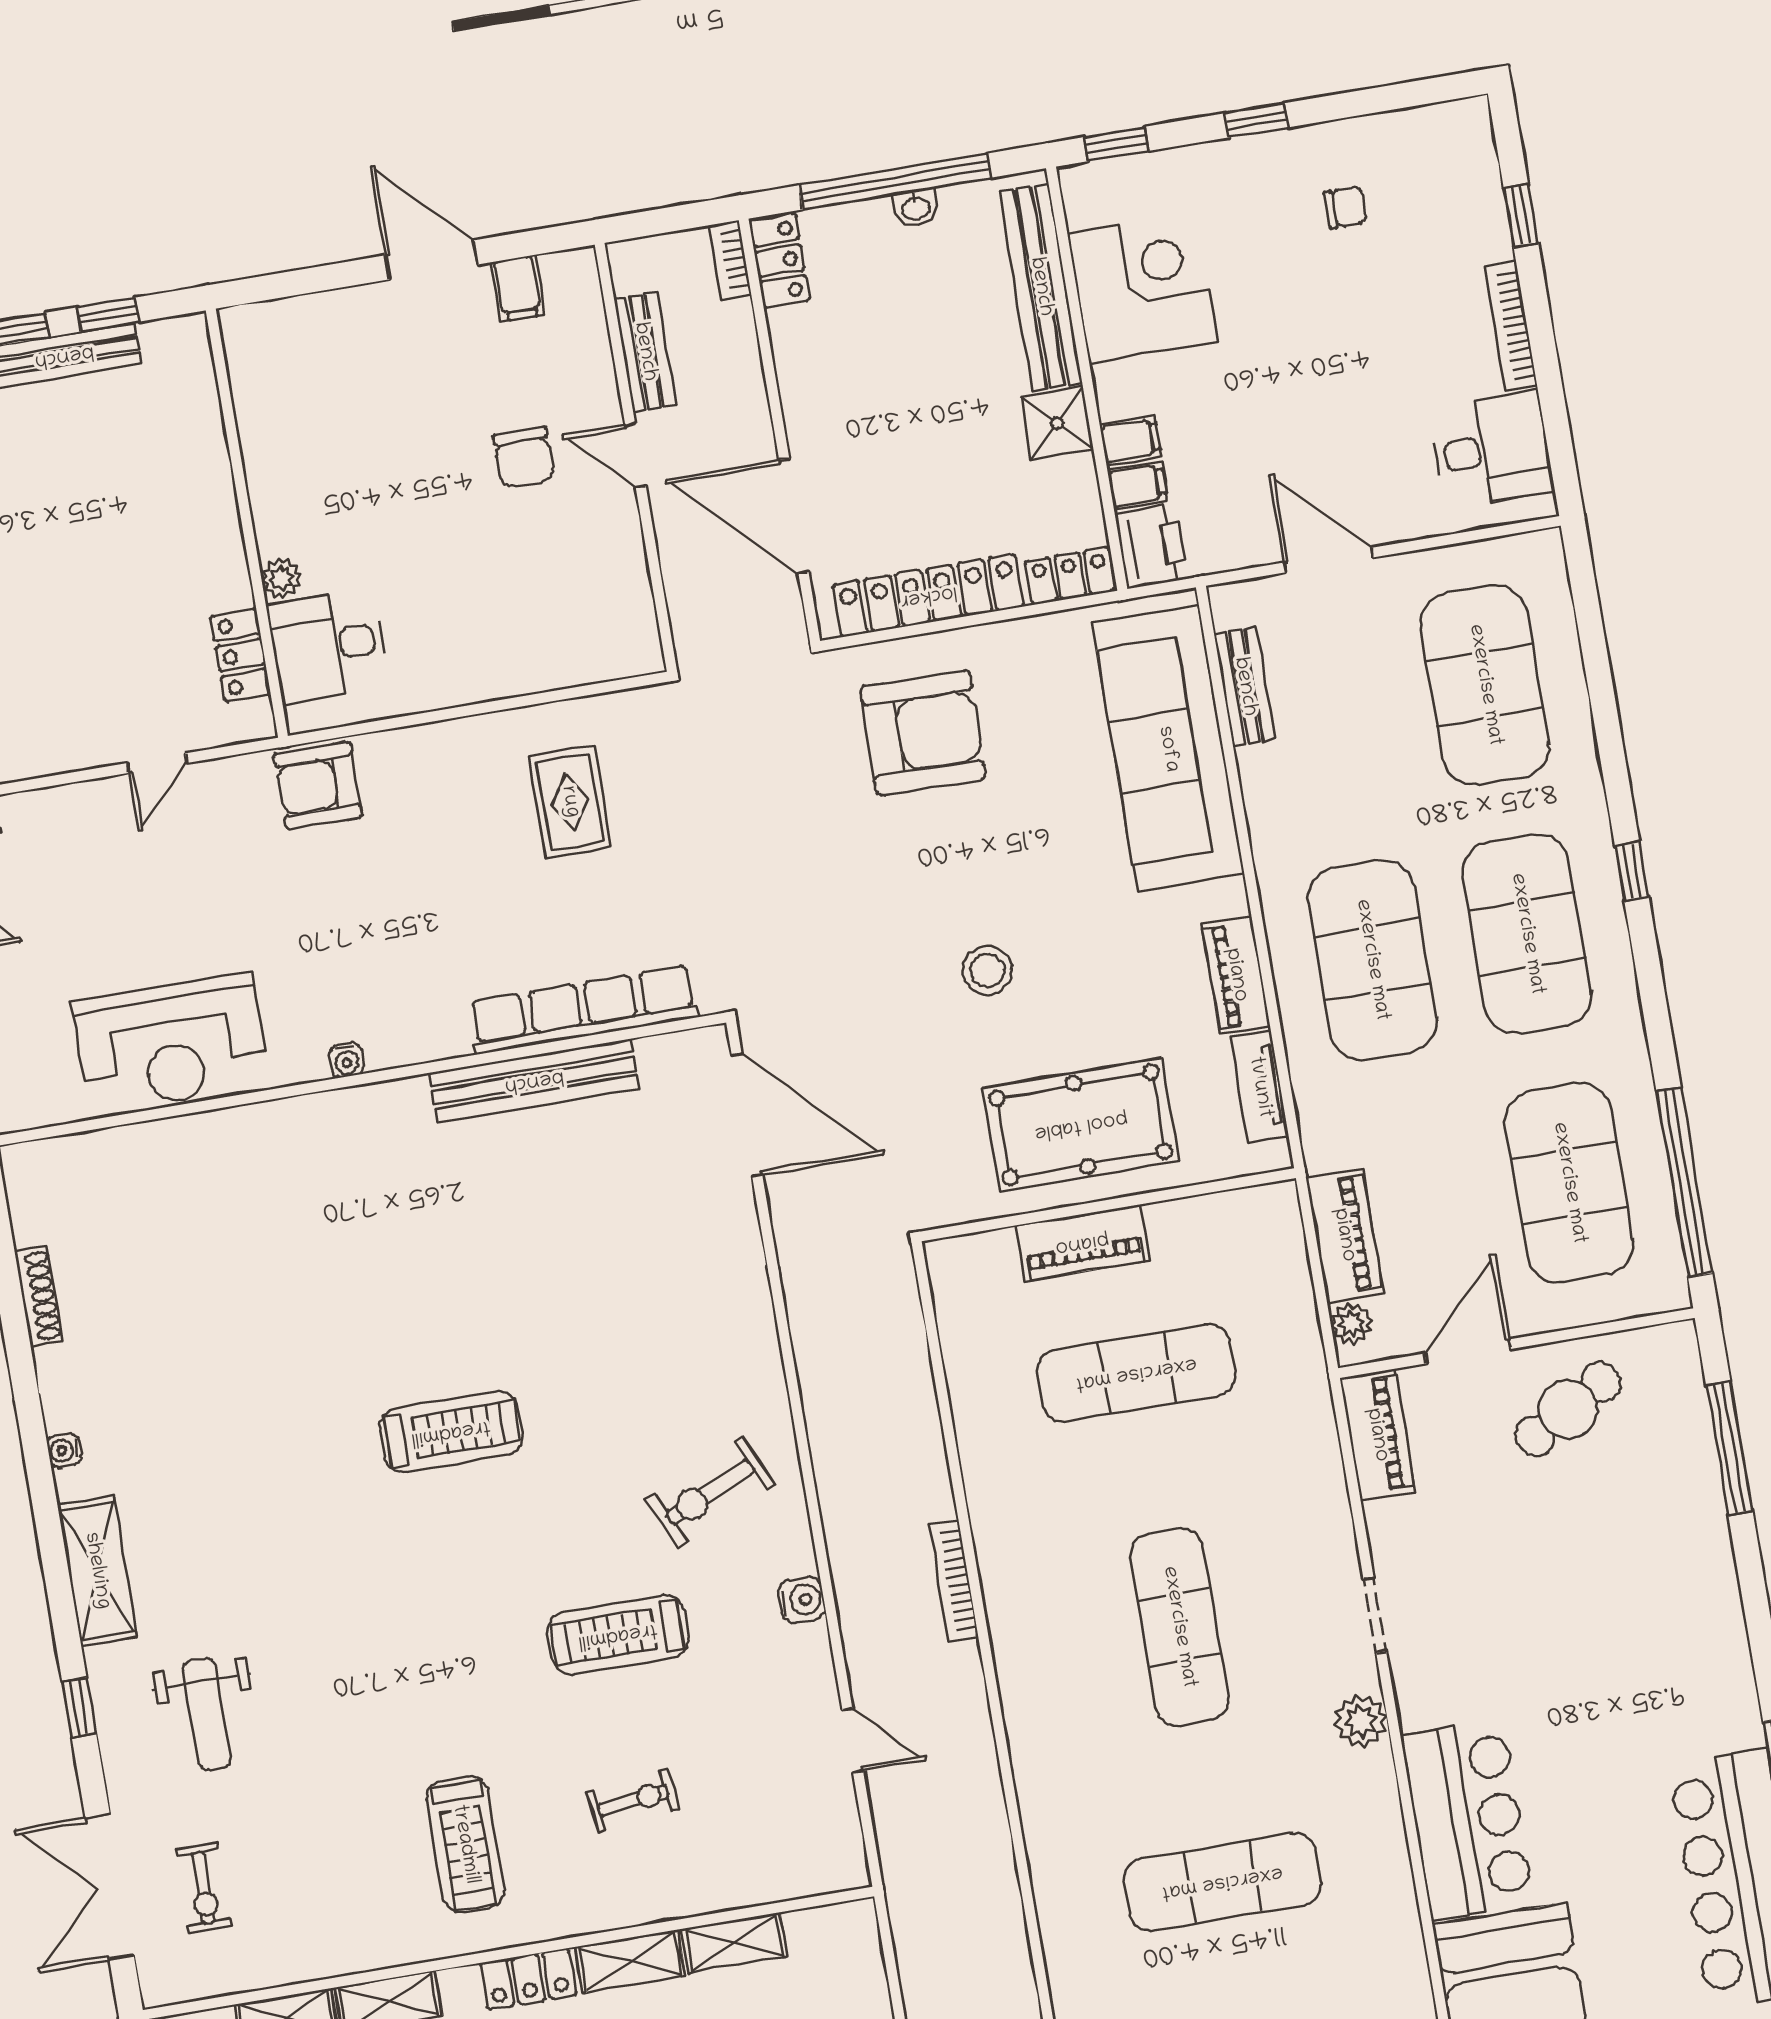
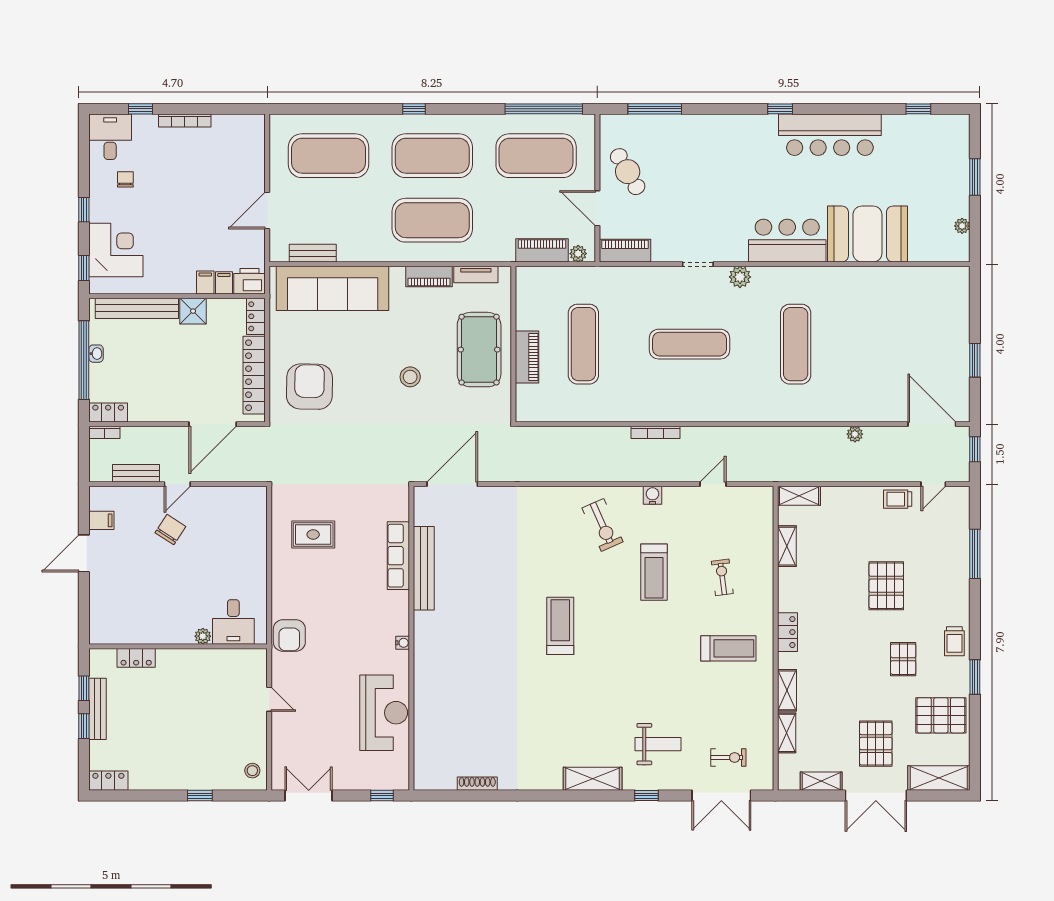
corner desk: (1143, 288) -> (116, 250), moved, turned 90
desk: (1492, 450) -> (110, 137), moved
chair: (524, 457) -> (170, 530), turned -57
locker: (241, 655) -> (136, 658), moved
row of seats: (583, 1010) -> (398, 556), width x0.73
water cooler: (64, 1450) -> (541, 784), removed
shelving: (630, 1961) -> (799, 496), moved, turned 90

